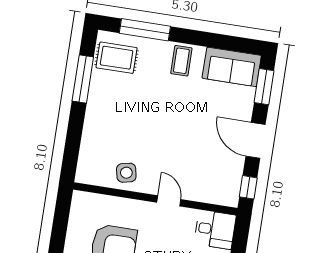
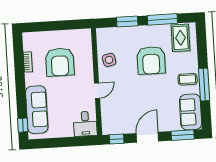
window: (145, 30) -> (204, 84), moved
armchair: (141, 109) -> (151, 60), added
window: (74, 133) -> (127, 21), added

